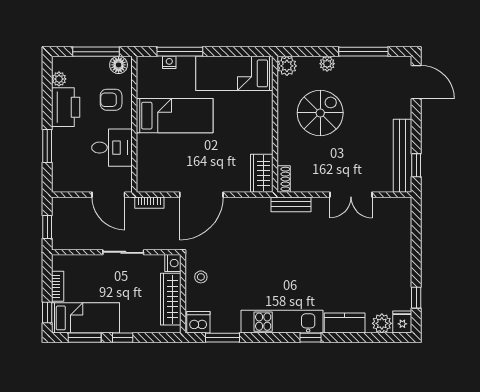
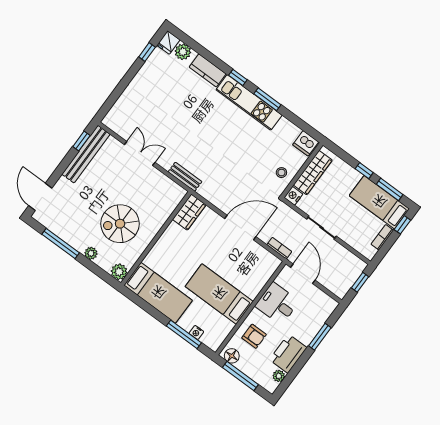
shoe rack: (284, 179) -> (177, 197), removed
window: (223, 338) -> (267, 99), moved

